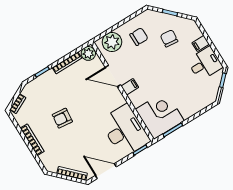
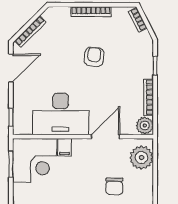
chair: (139, 37) -> (114, 186), moved
filing cabinet: (130, 87) -> (64, 147), moved
desk: (125, 131) -> (61, 114), moved

